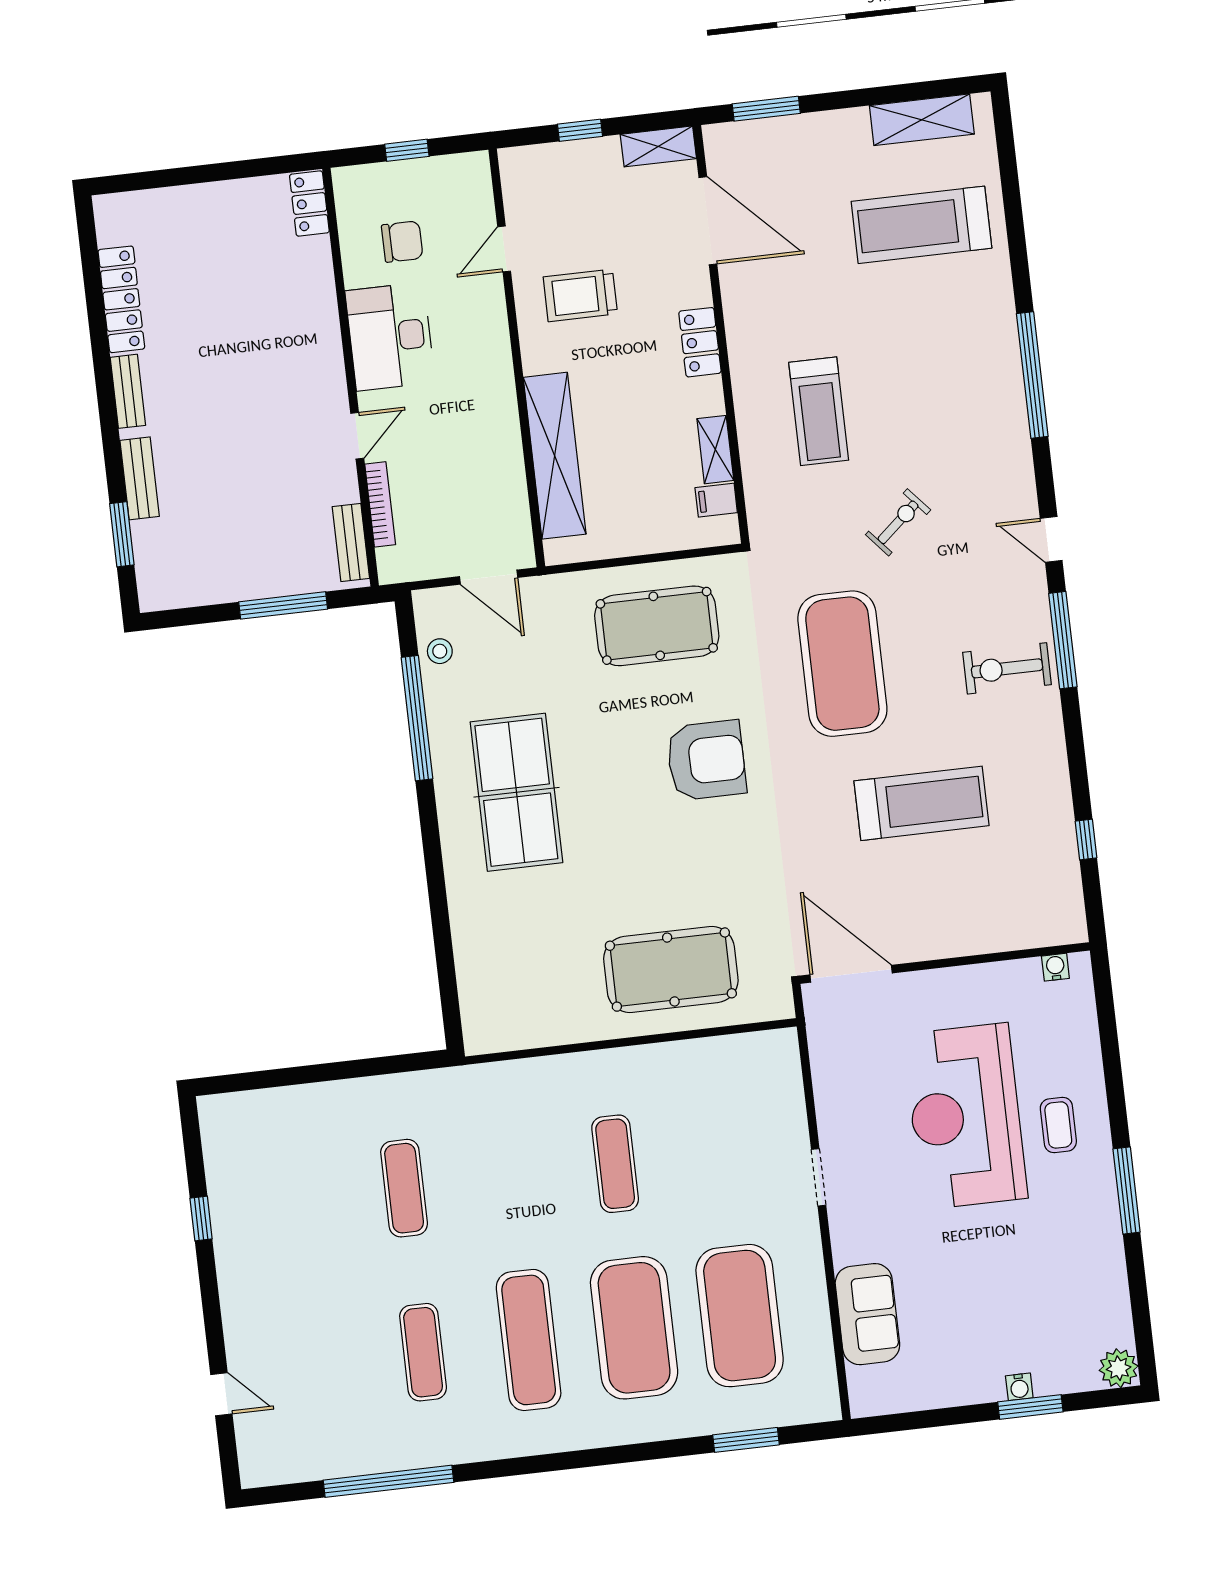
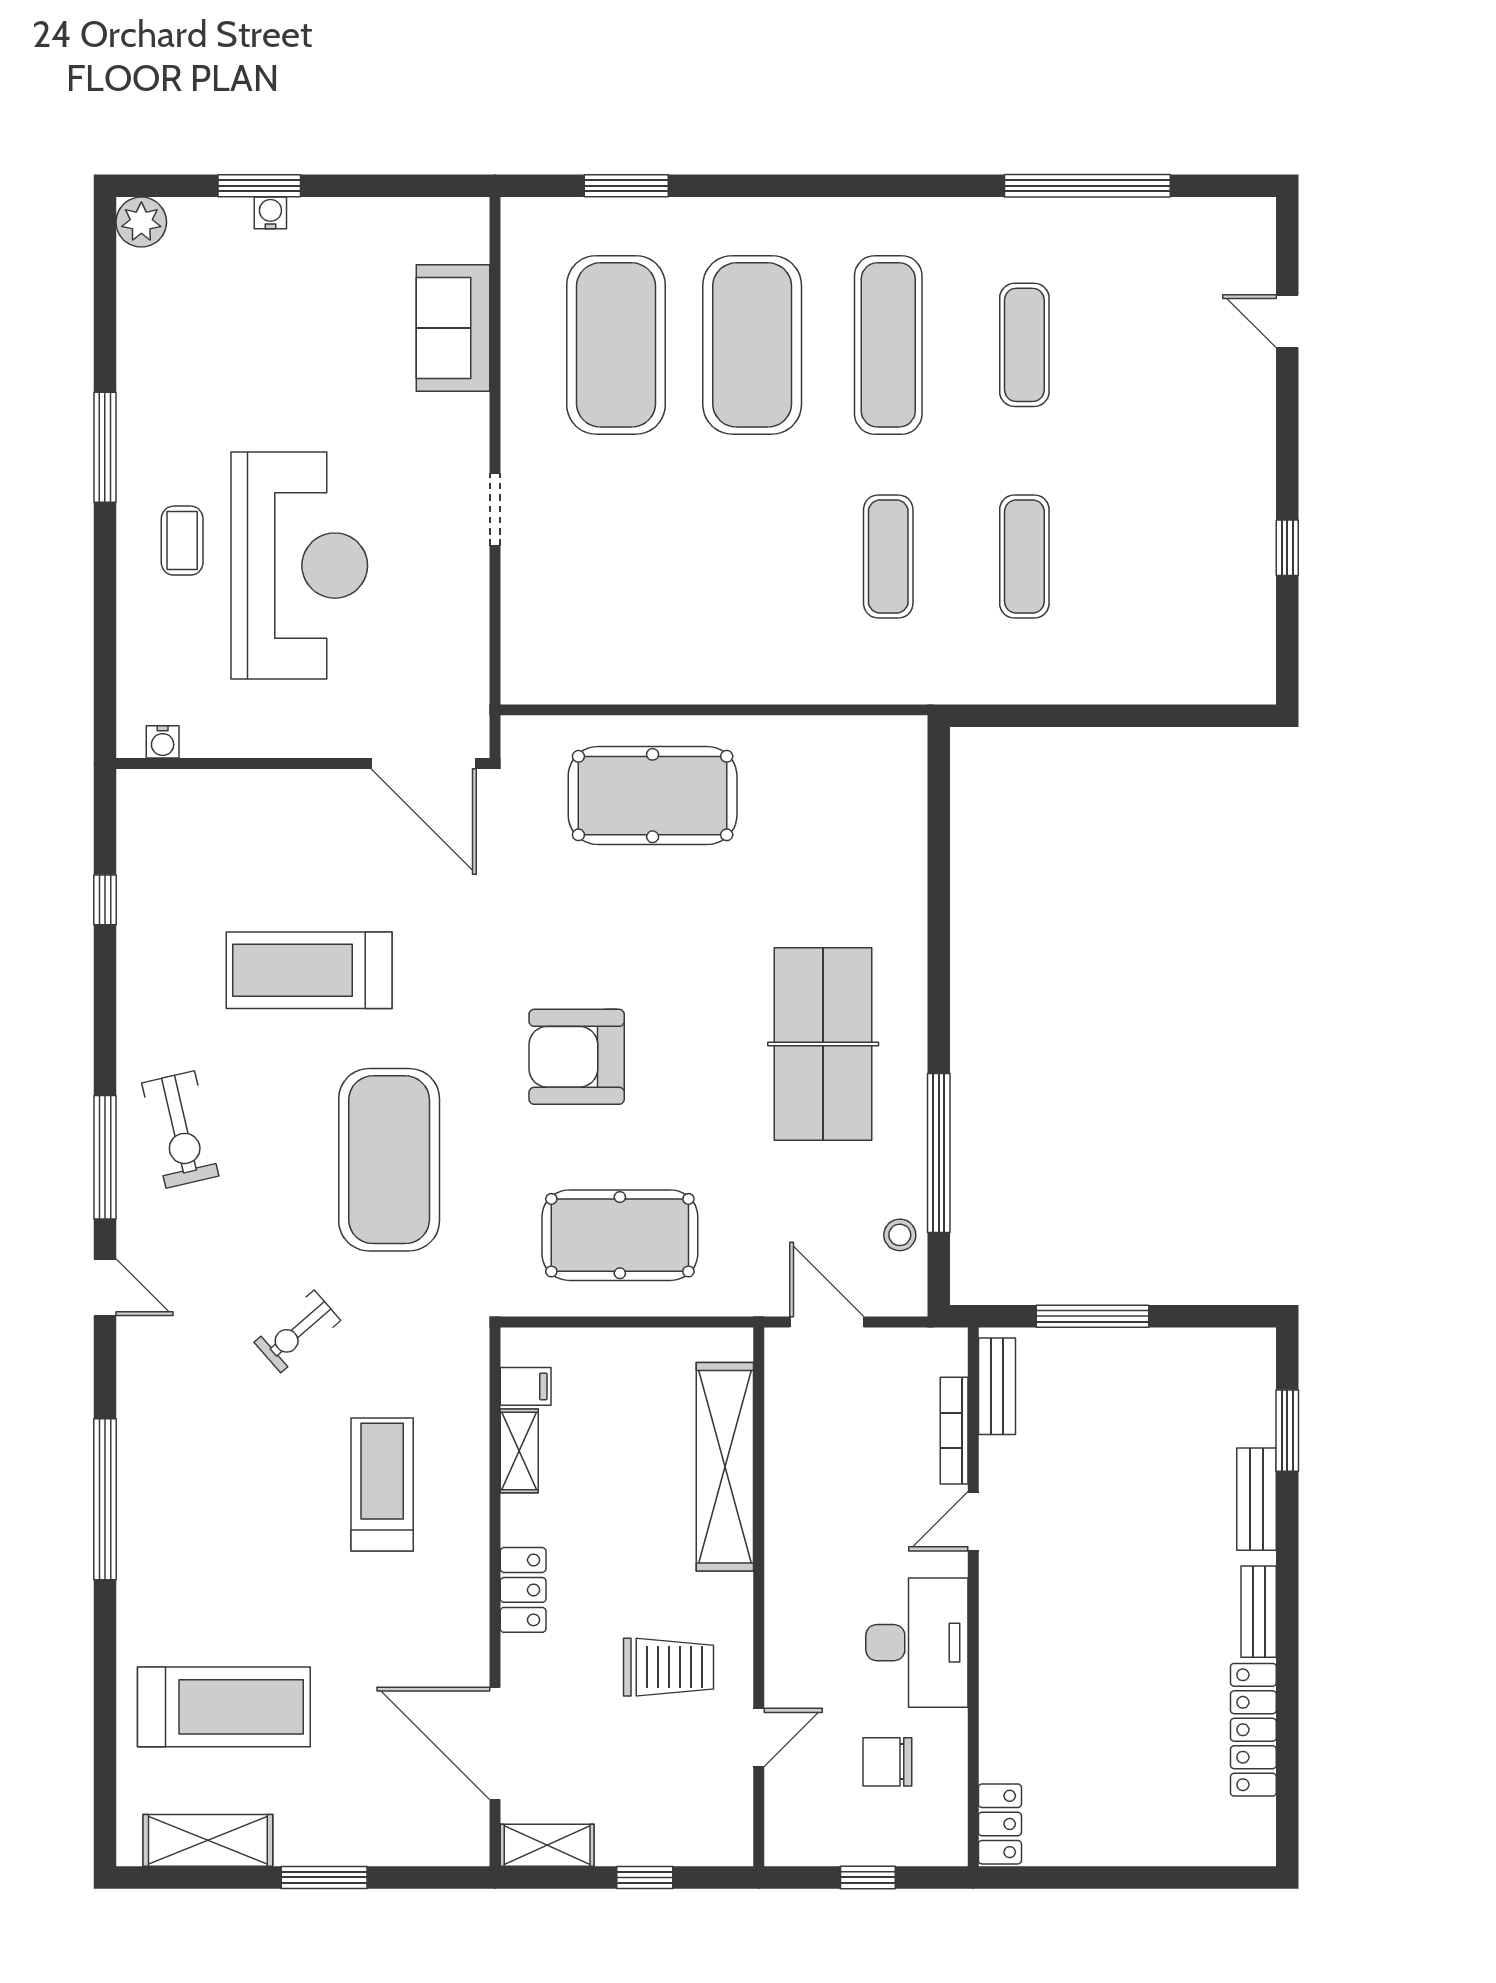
window: (766, 109) -> (324, 1877), moved
exercise bike: (1007, 668) -> (180, 1129), turned 77
exercise mat: (615, 1164) -> (888, 556), moved

